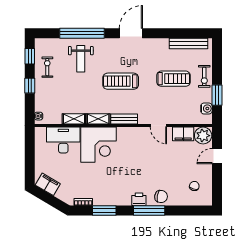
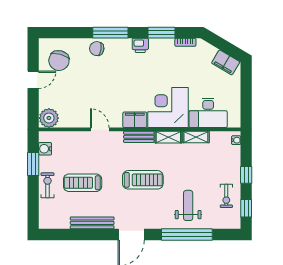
bench: (188, 43) -> (92, 223), moved
filing cabinet: (183, 134) -> (135, 120), moved
door: (217, 156) -> (33, 80), moved
chair: (194, 186) -> (59, 61), width x1.87, depth x1.87
printer: (139, 199) -> (140, 45), moved

